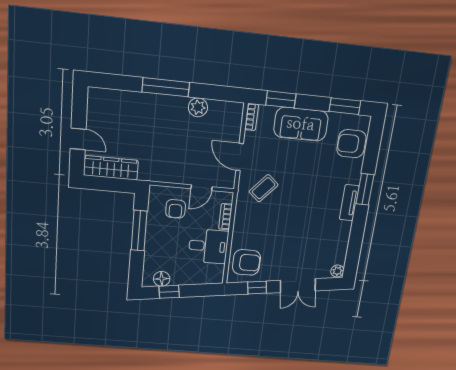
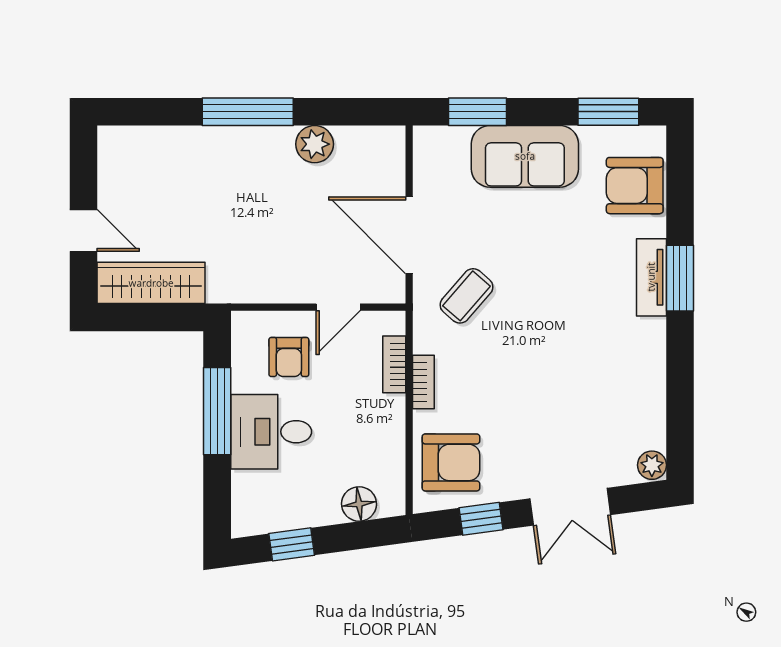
bookcase: (252, 117) -> (423, 382), moved
door: (240, 157) -> (409, 235), width x1.36
tv unit: (349, 203) -> (651, 277), moved
desk: (208, 246) -> (271, 432), moved, turned 180
floor lamp: (162, 279) -> (359, 504), moved

